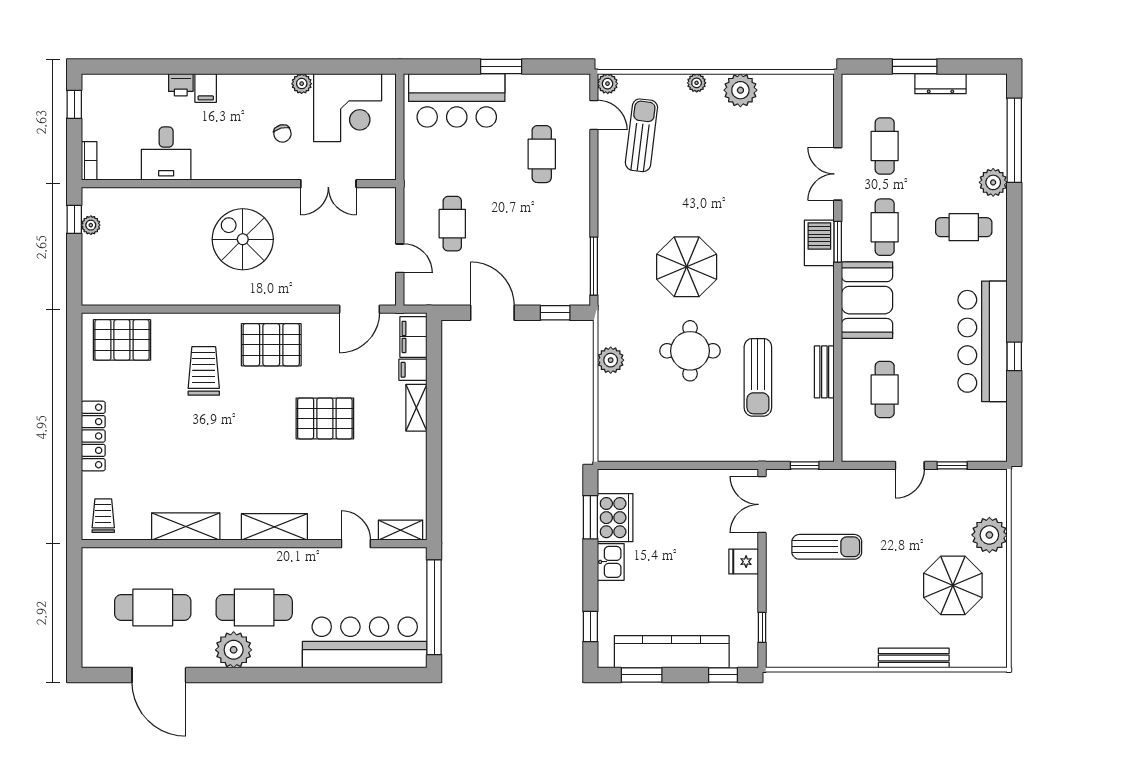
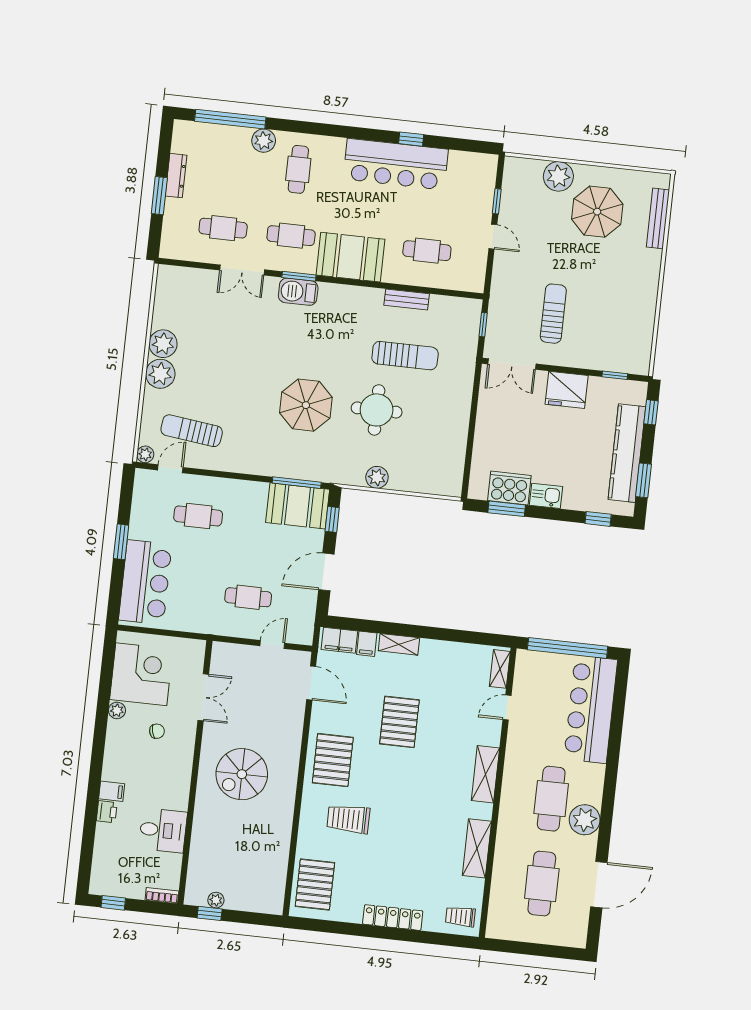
plant: (697, 83) -> (160, 374), width x1.88, depth x1.88
booth: (567, 270) -> (298, 506), added
fridge: (744, 562) -> (567, 390), width x1.88, depth x1.34
bench: (914, 658) -> (658, 218), moved

